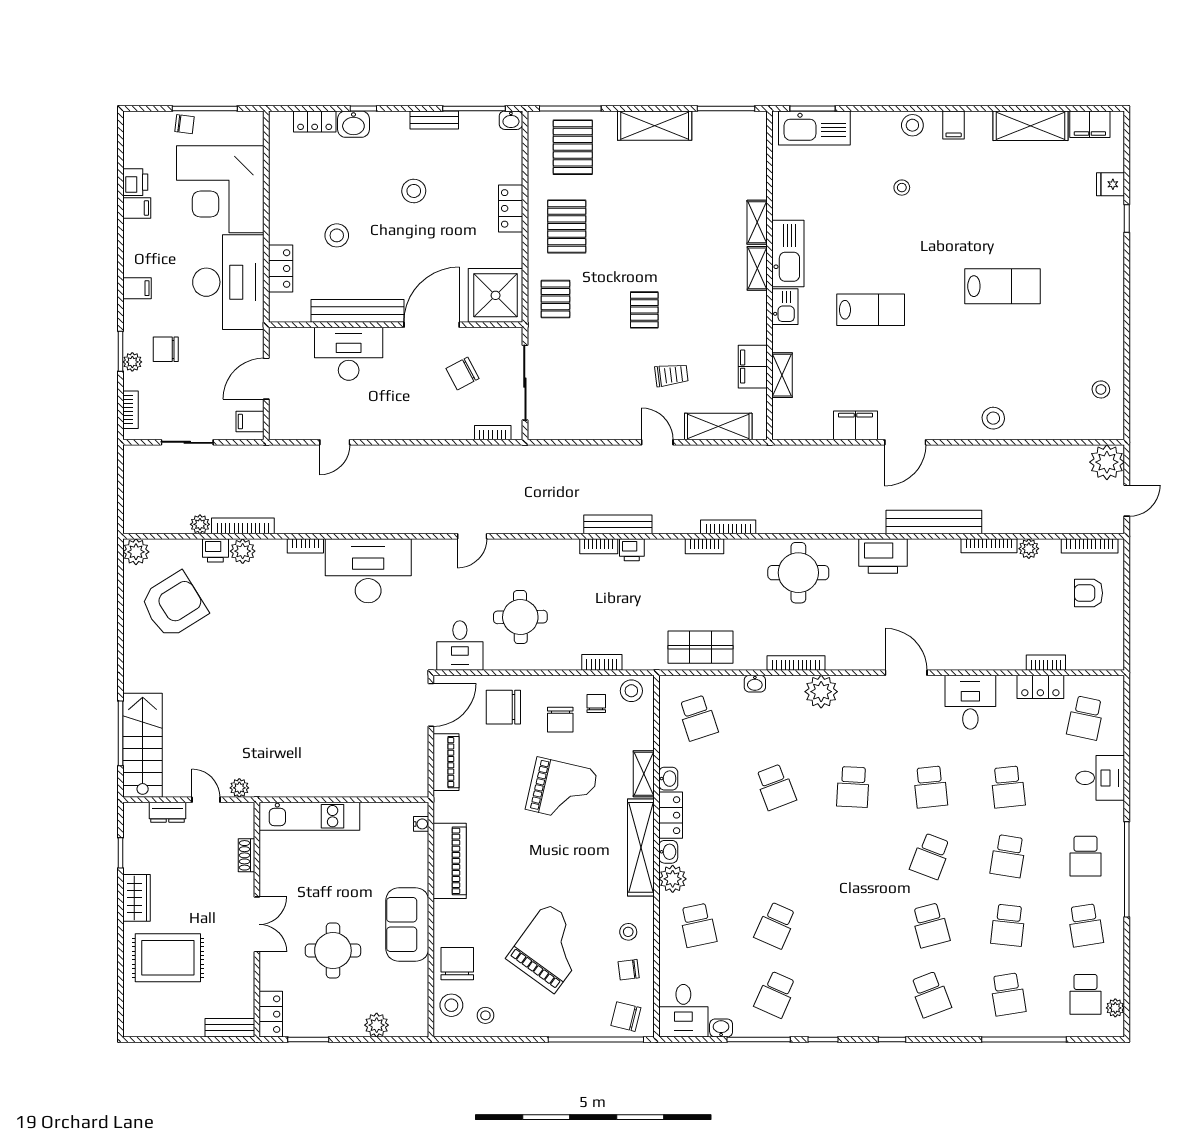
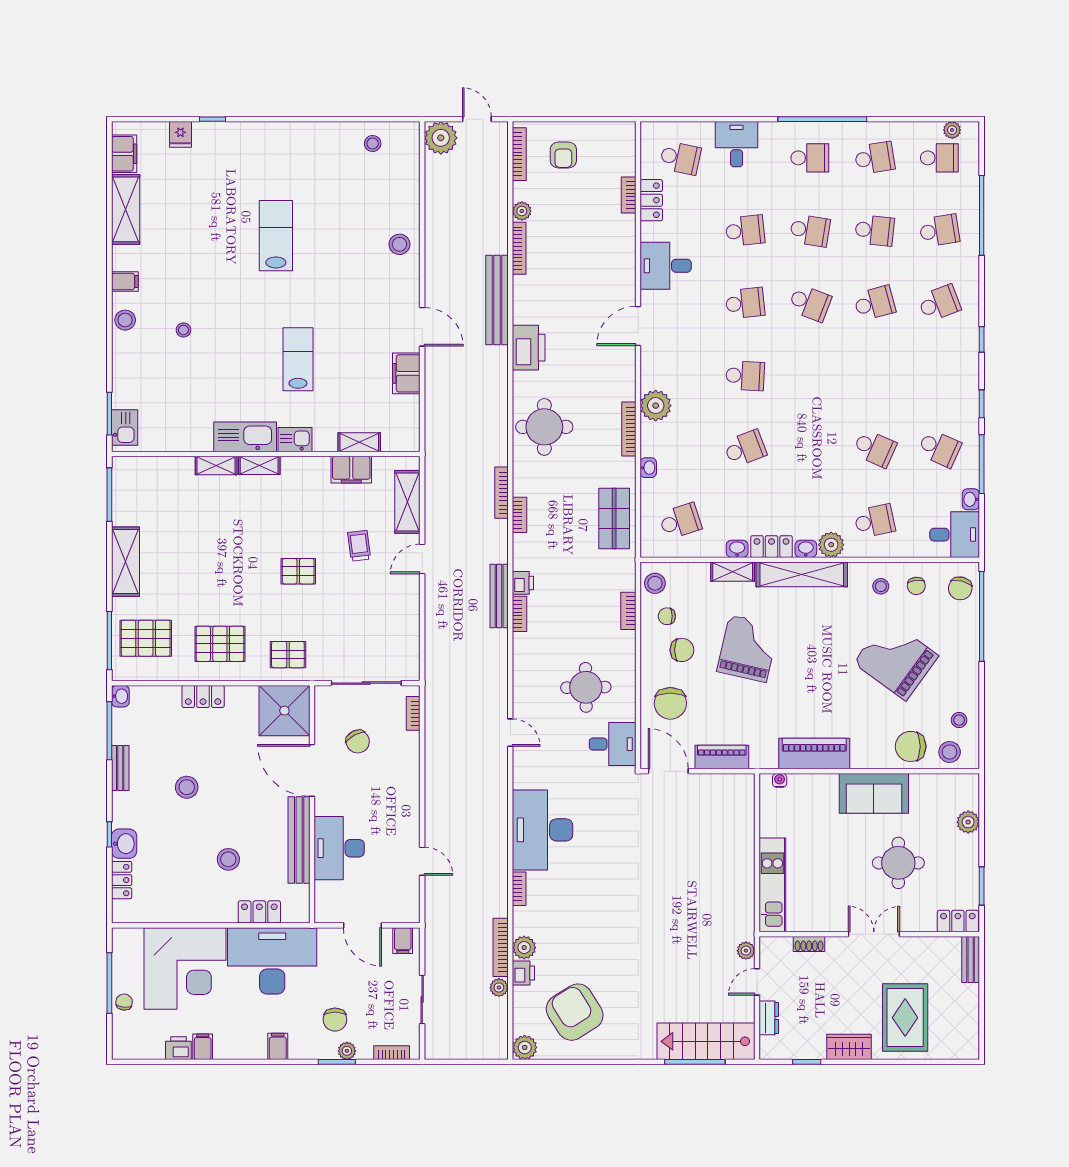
kitchen sink: (814, 128) -> (125, 428), width x0.53, depth x0.81

